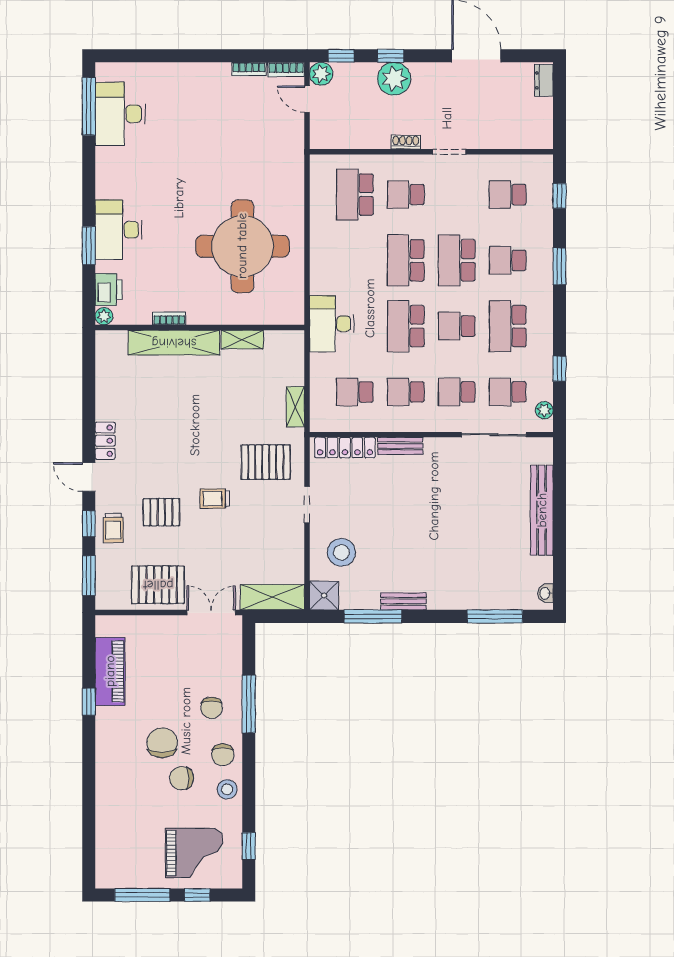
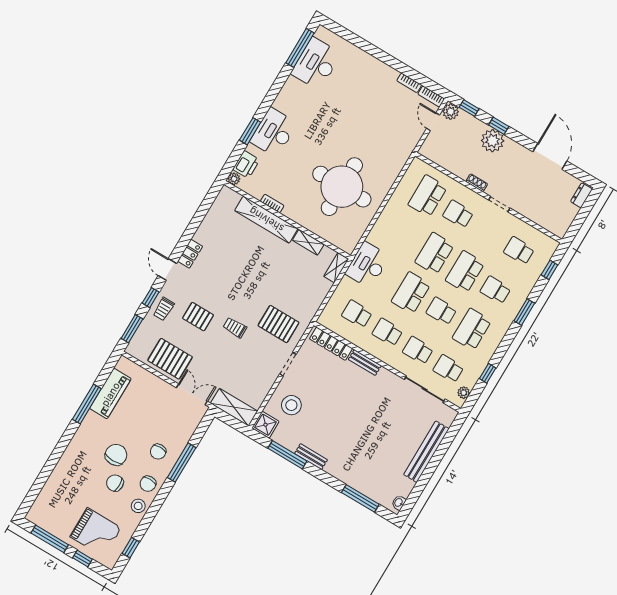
shelving: (295, 407) -> (336, 268), moved
window: (89, 702) -> (87, 404), width x2.17

